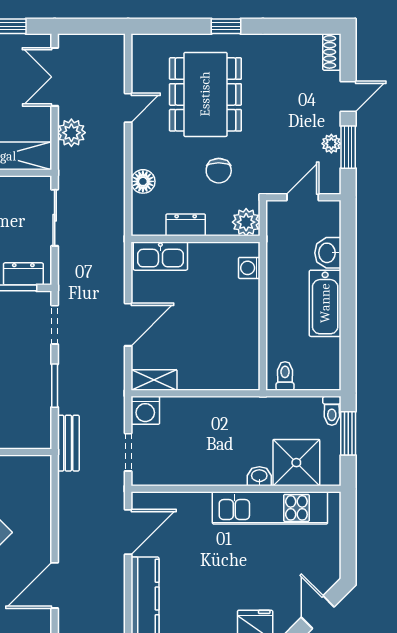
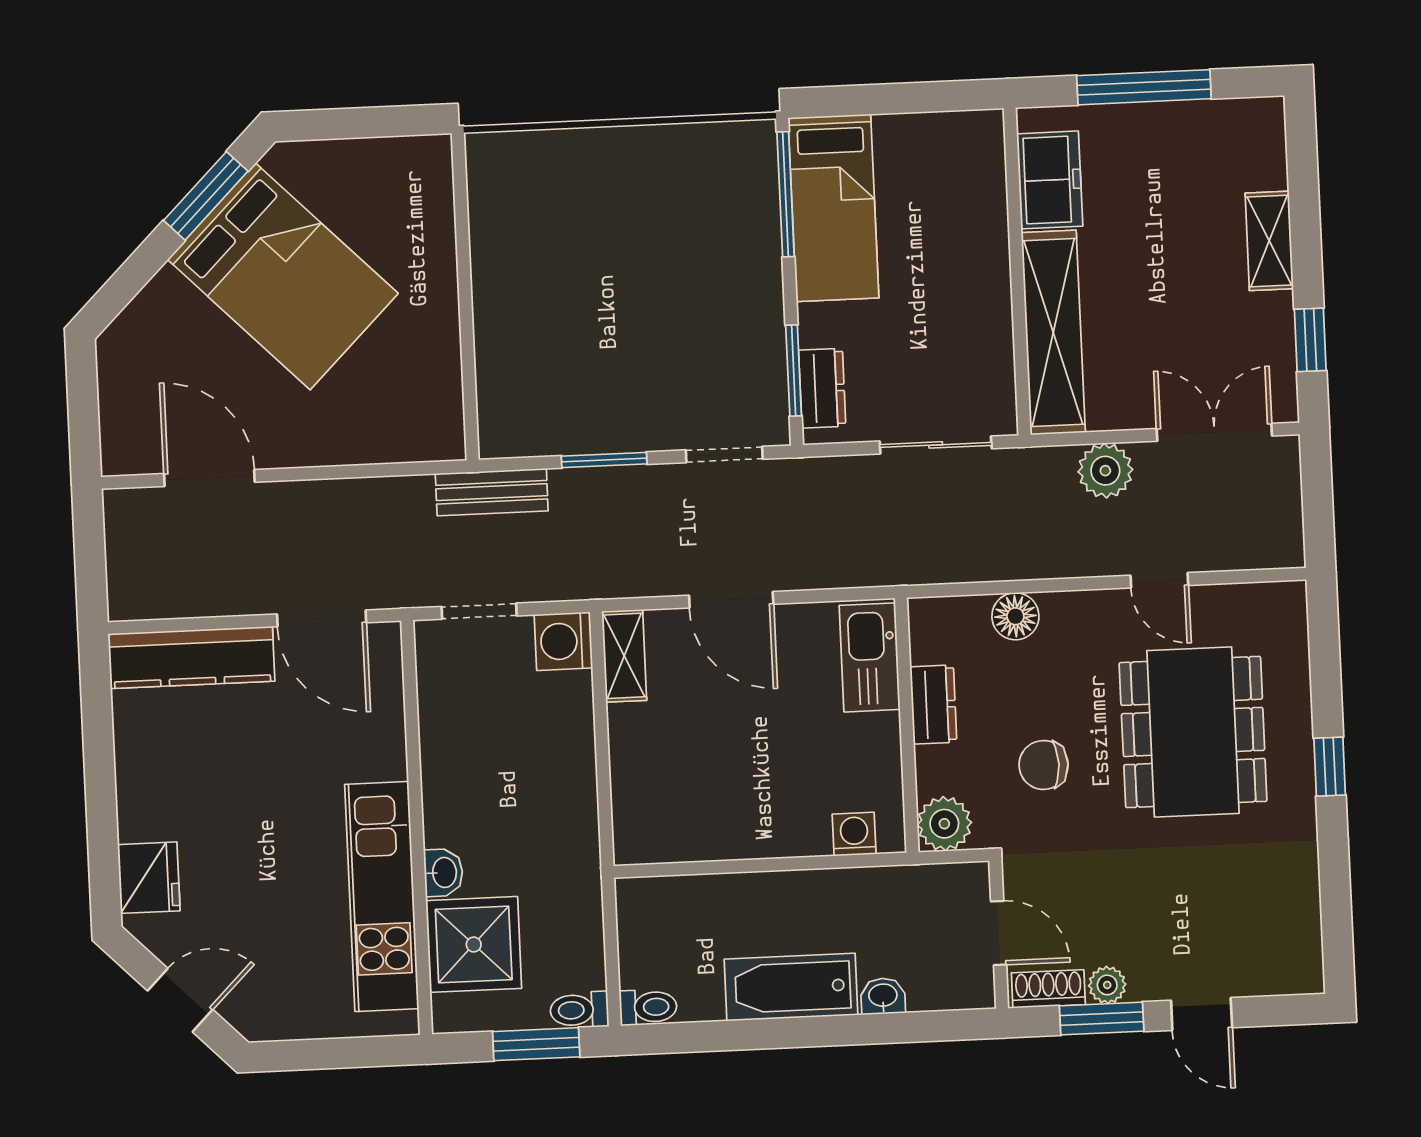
shoe rack: (332, 52) -> (1048, 989), moved
dining table: (205, 94) -> (1193, 732), turned 90
washbasin: (328, 253) -> (883, 996), width x0.72, depth x0.69
toilet: (285, 376) -> (648, 1007), moved

